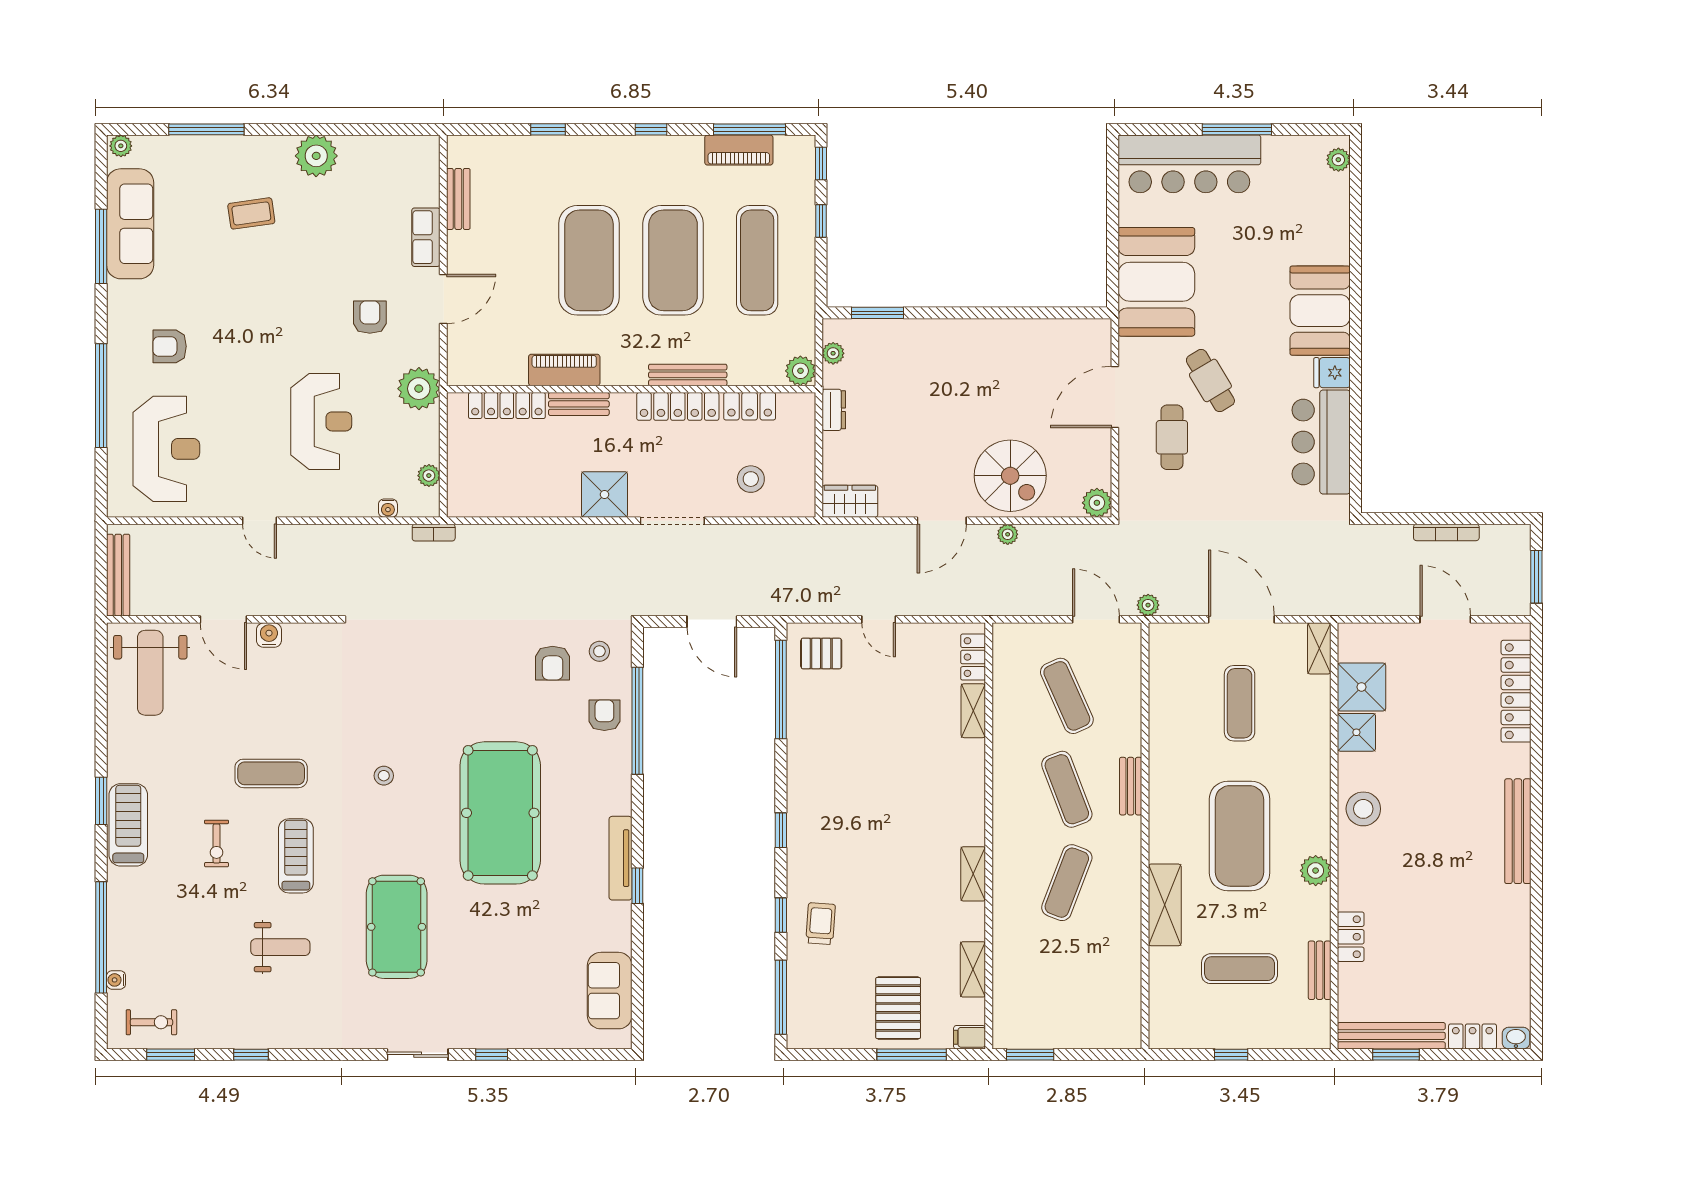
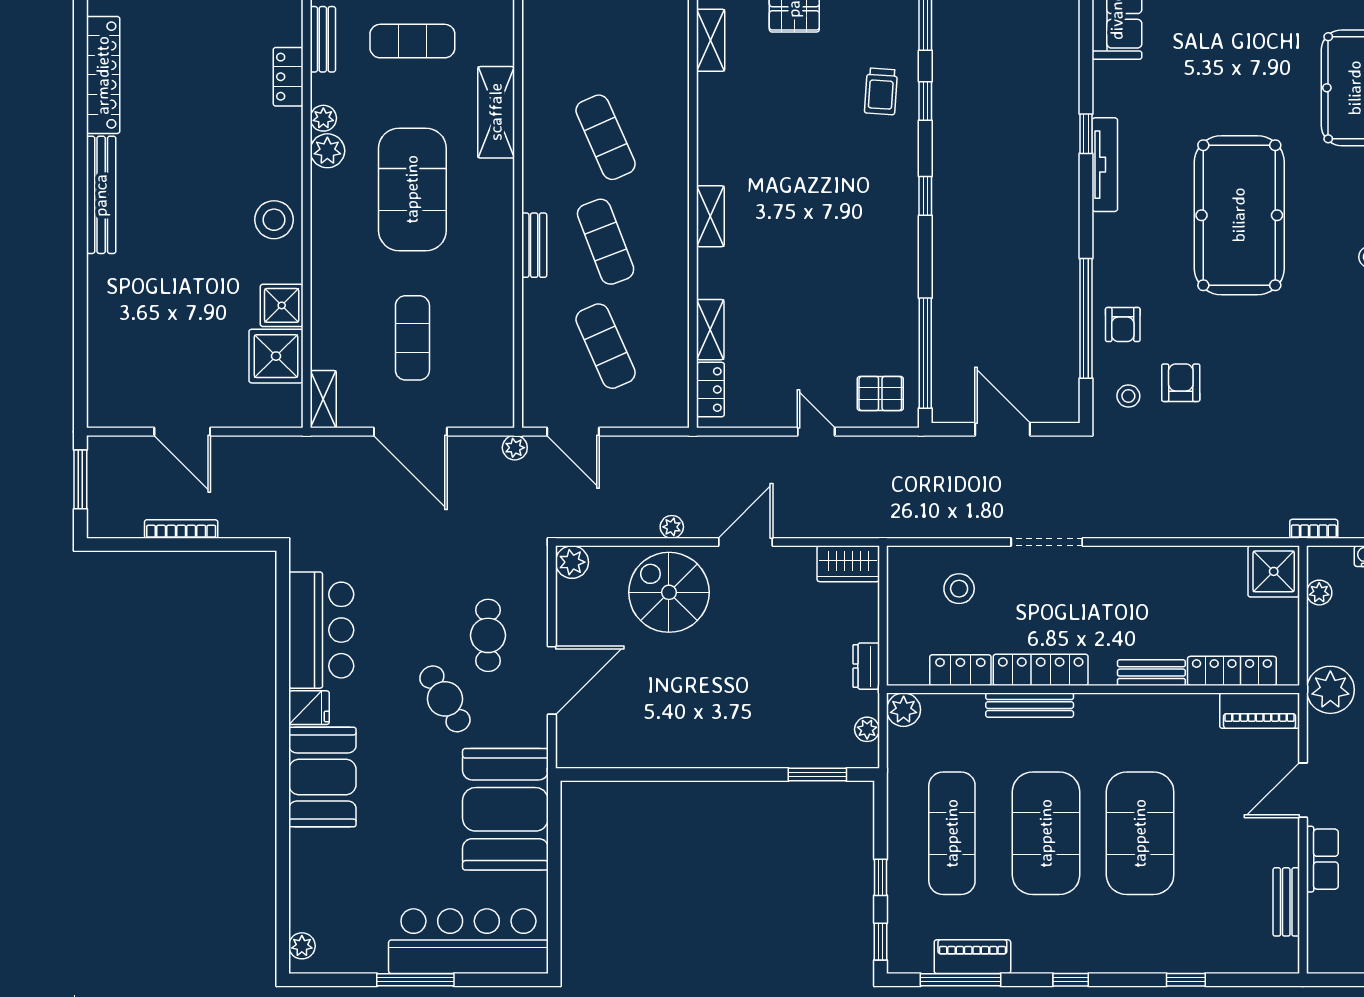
piano: (564, 370) -> (1260, 711), moved
shower: (605, 494) -> (1274, 571), moved
locker: (1516, 691) -> (103, 75), moved
shelving: (973, 874) -> (710, 216), moved
exercise mat: (1067, 883) -> (606, 137), turned -45
plant: (1319, 900) -> (323, 118), added

